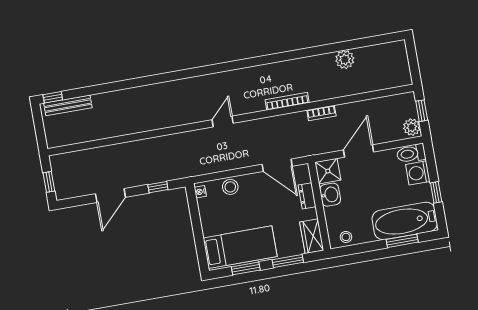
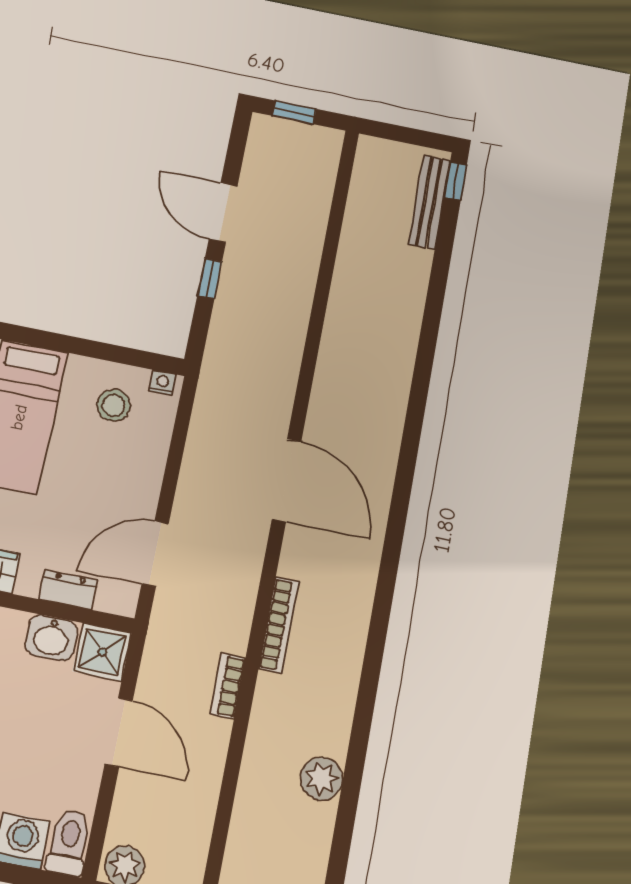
door: (223, 121) -> (287, 480), width x1.87
window: (158, 187) -> (210, 279), moved
stool: (230, 187) -> (114, 405), moved

